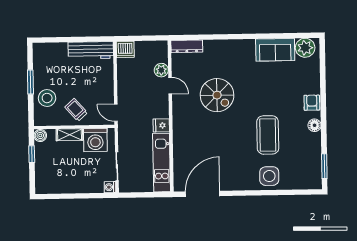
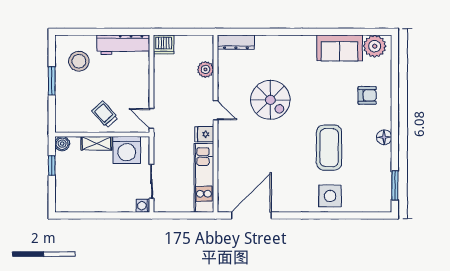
door: (170, 86) -> (215, 110), moved
stool: (47, 98) -> (79, 61), moved
armchair: (312, 103) -> (367, 95), moved, turned 90

